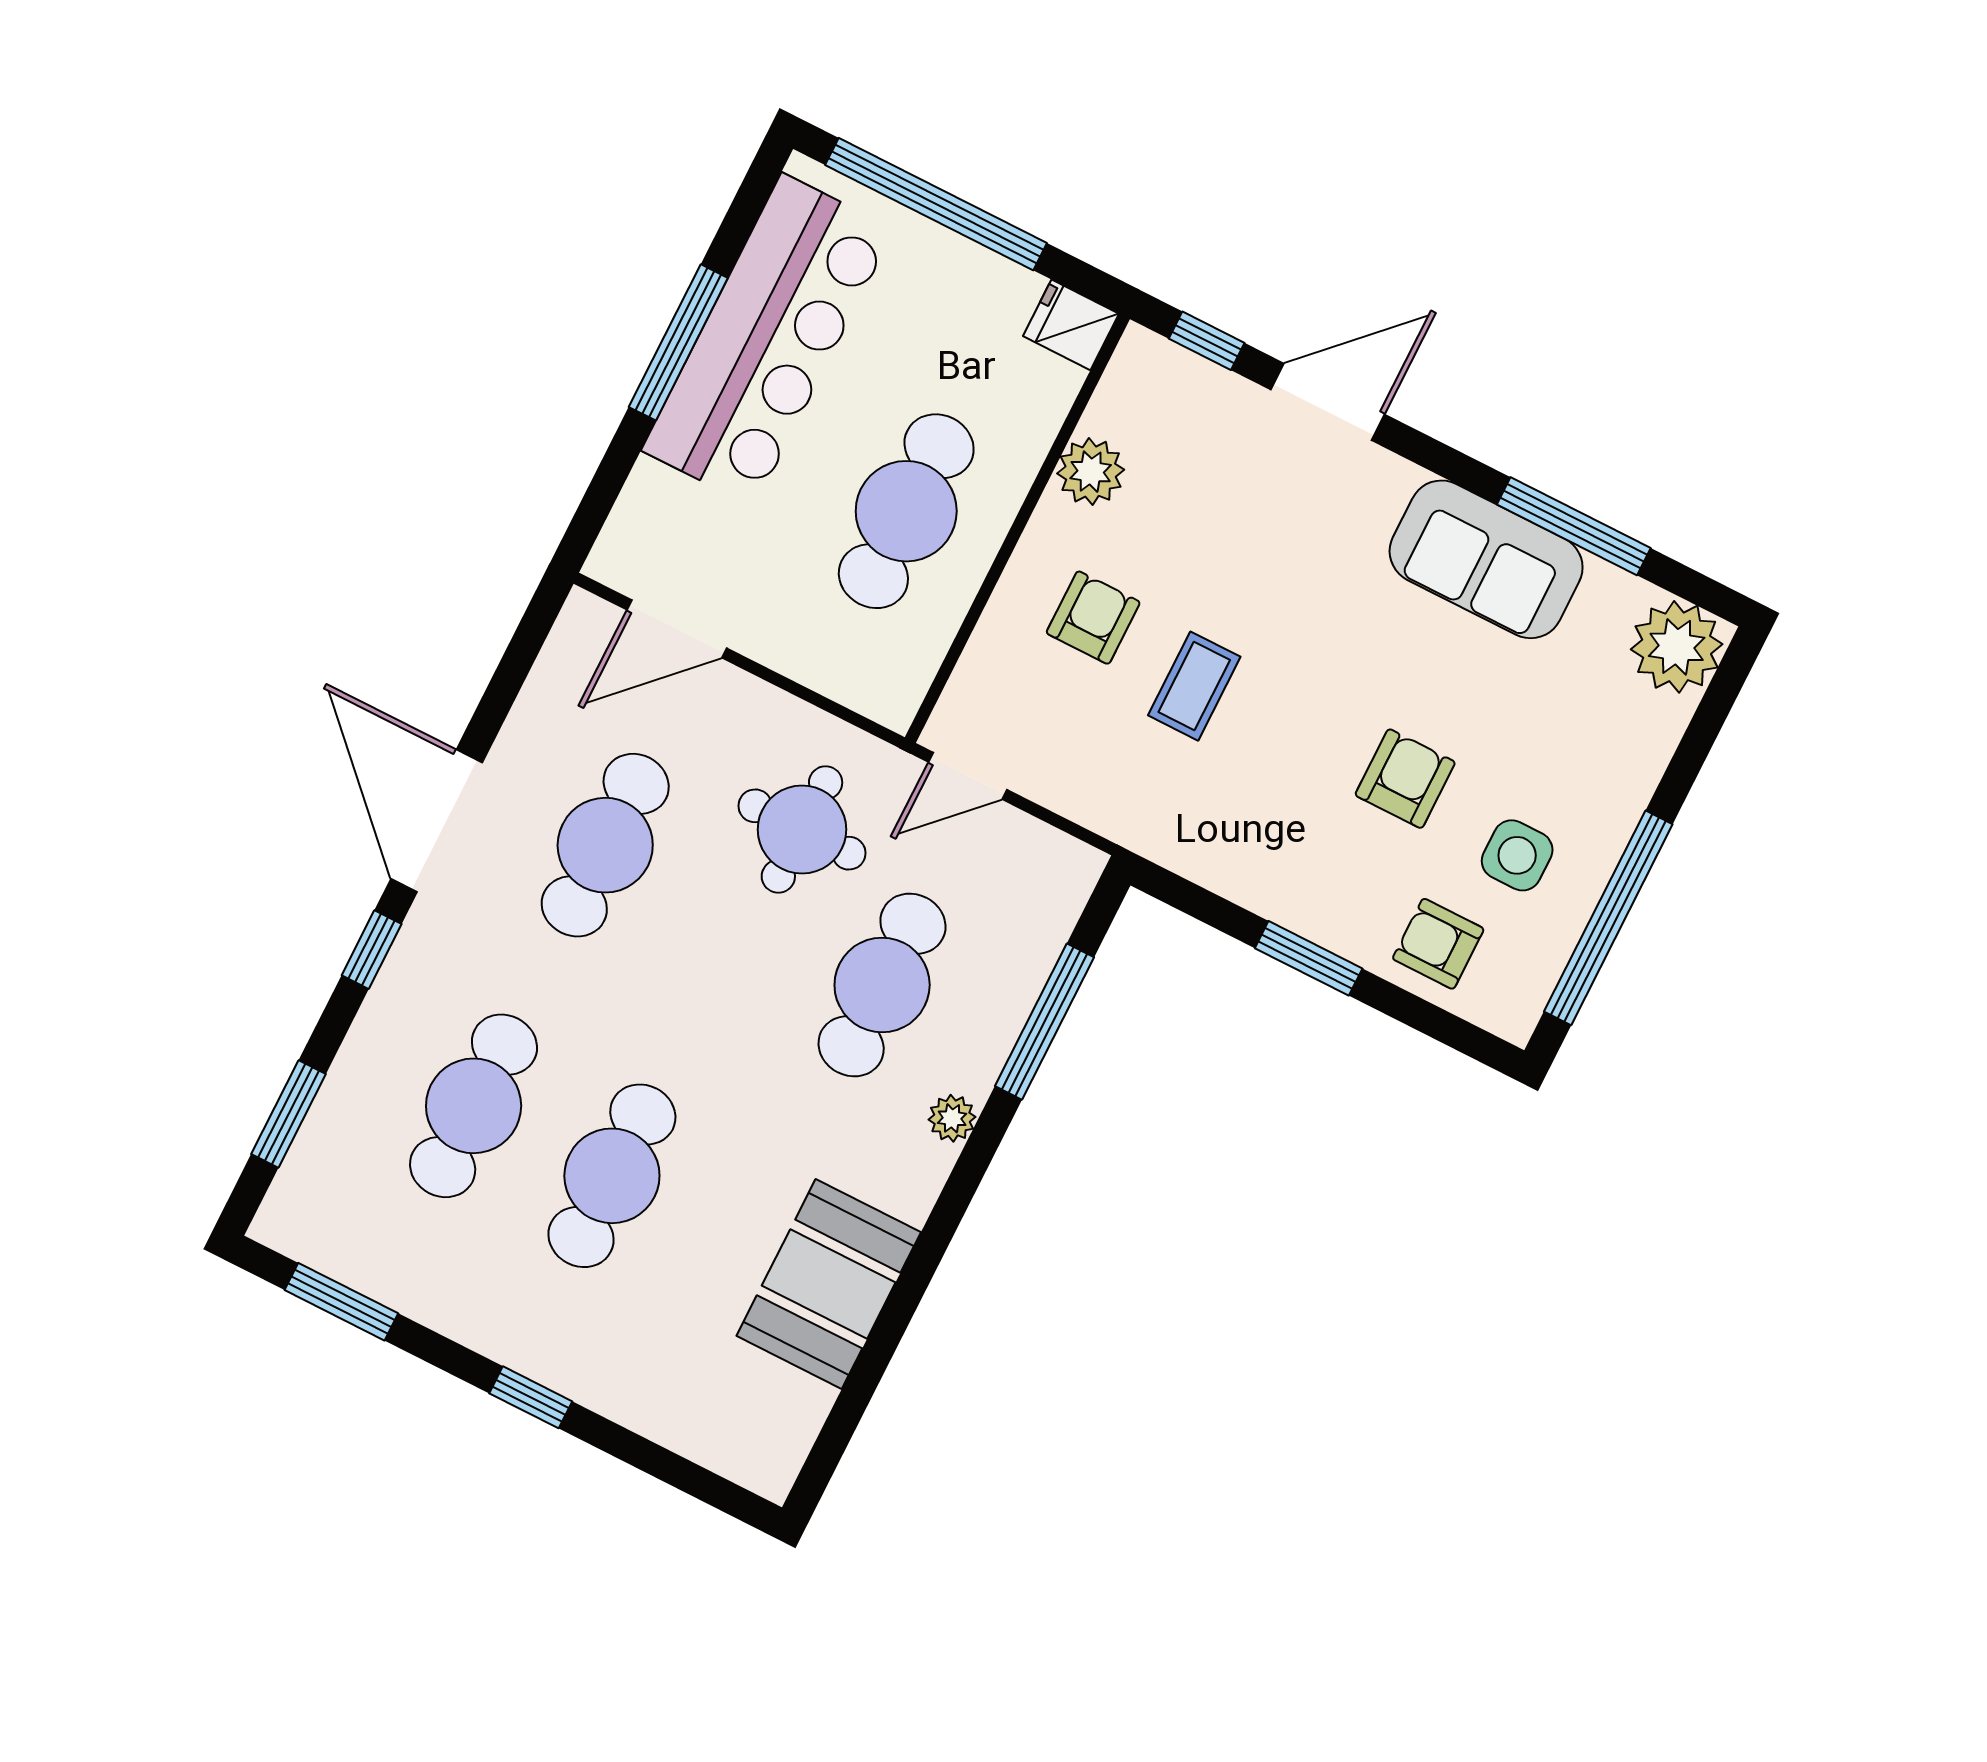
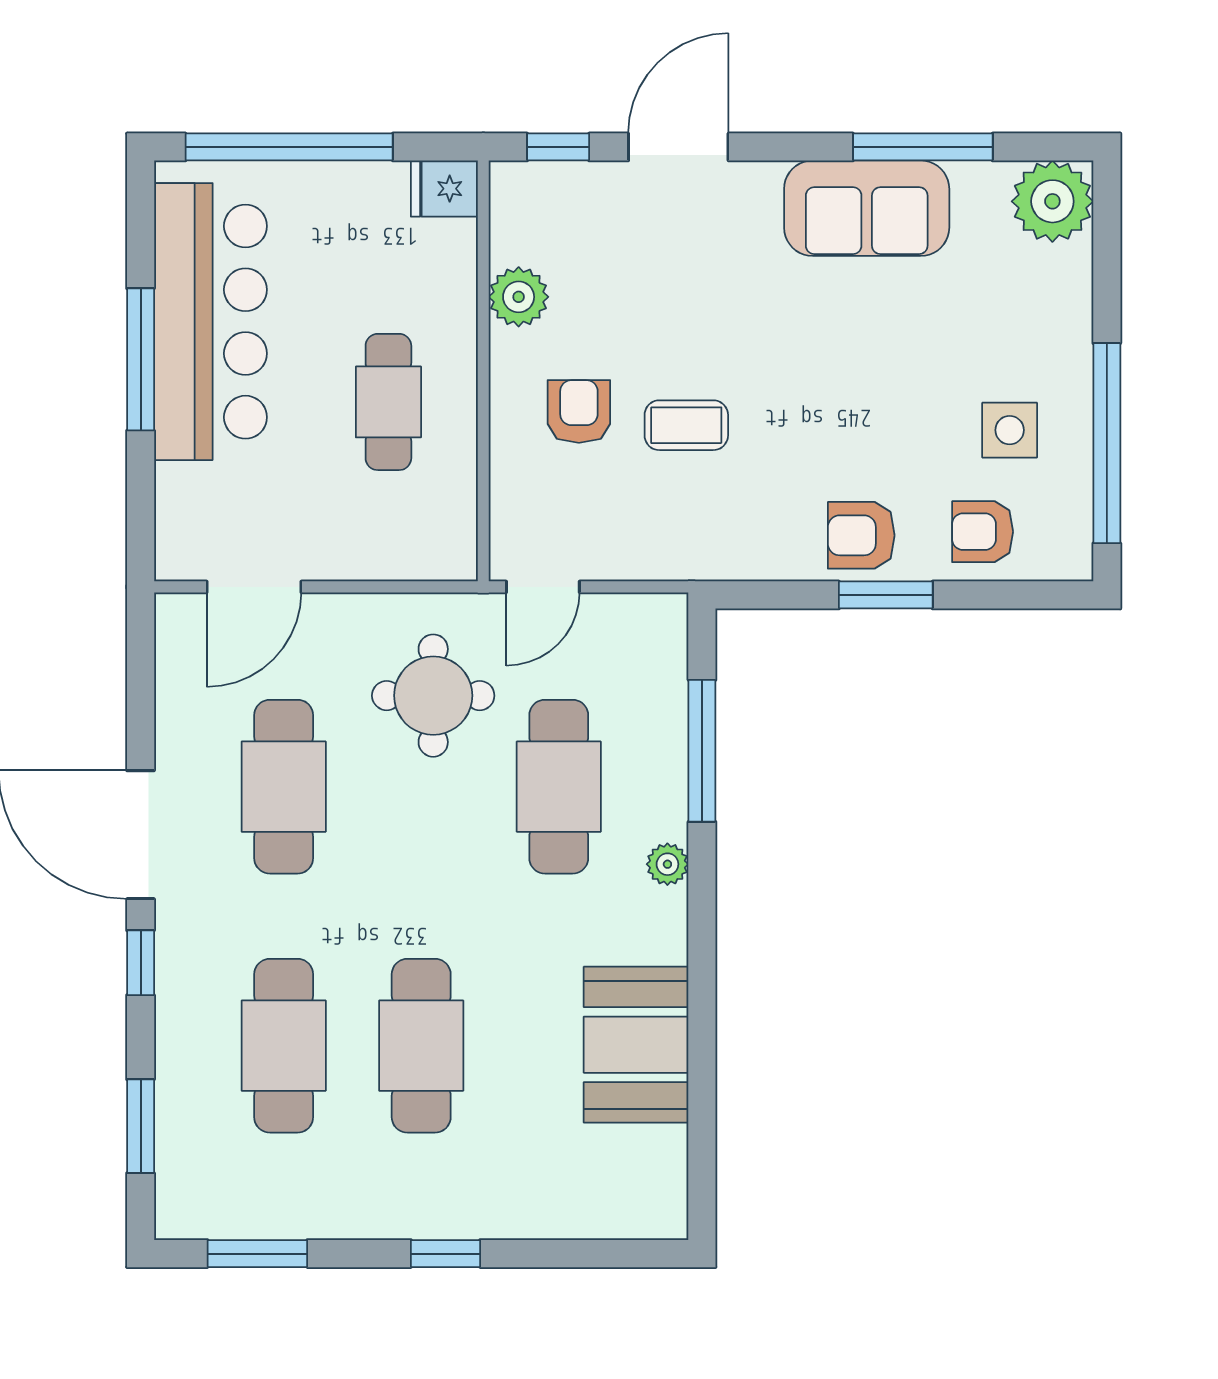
cafe table: (906, 511) -> (388, 402), width x0.73, depth x0.74
coffee table: (1194, 686) -> (686, 425), turned 90
armchair: (1405, 779) -> (861, 535), moved, turned -90

